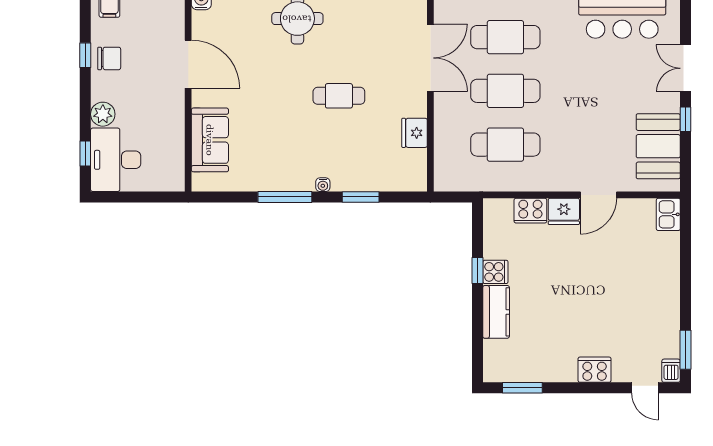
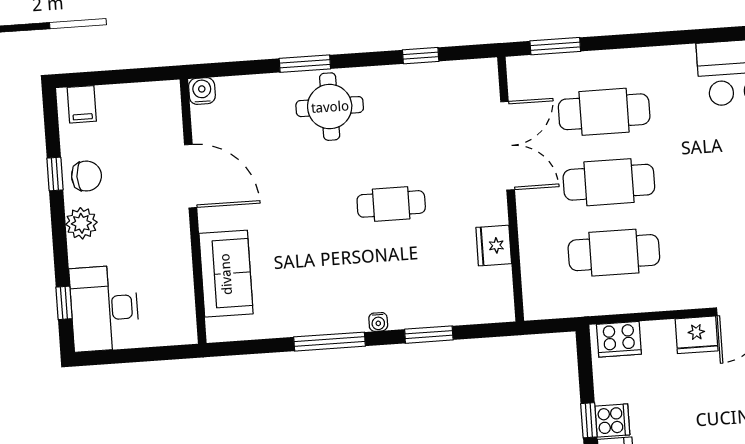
plant: (103, 114) -> (81, 223), moved
cooker: (530, 211) -> (619, 339), moved

